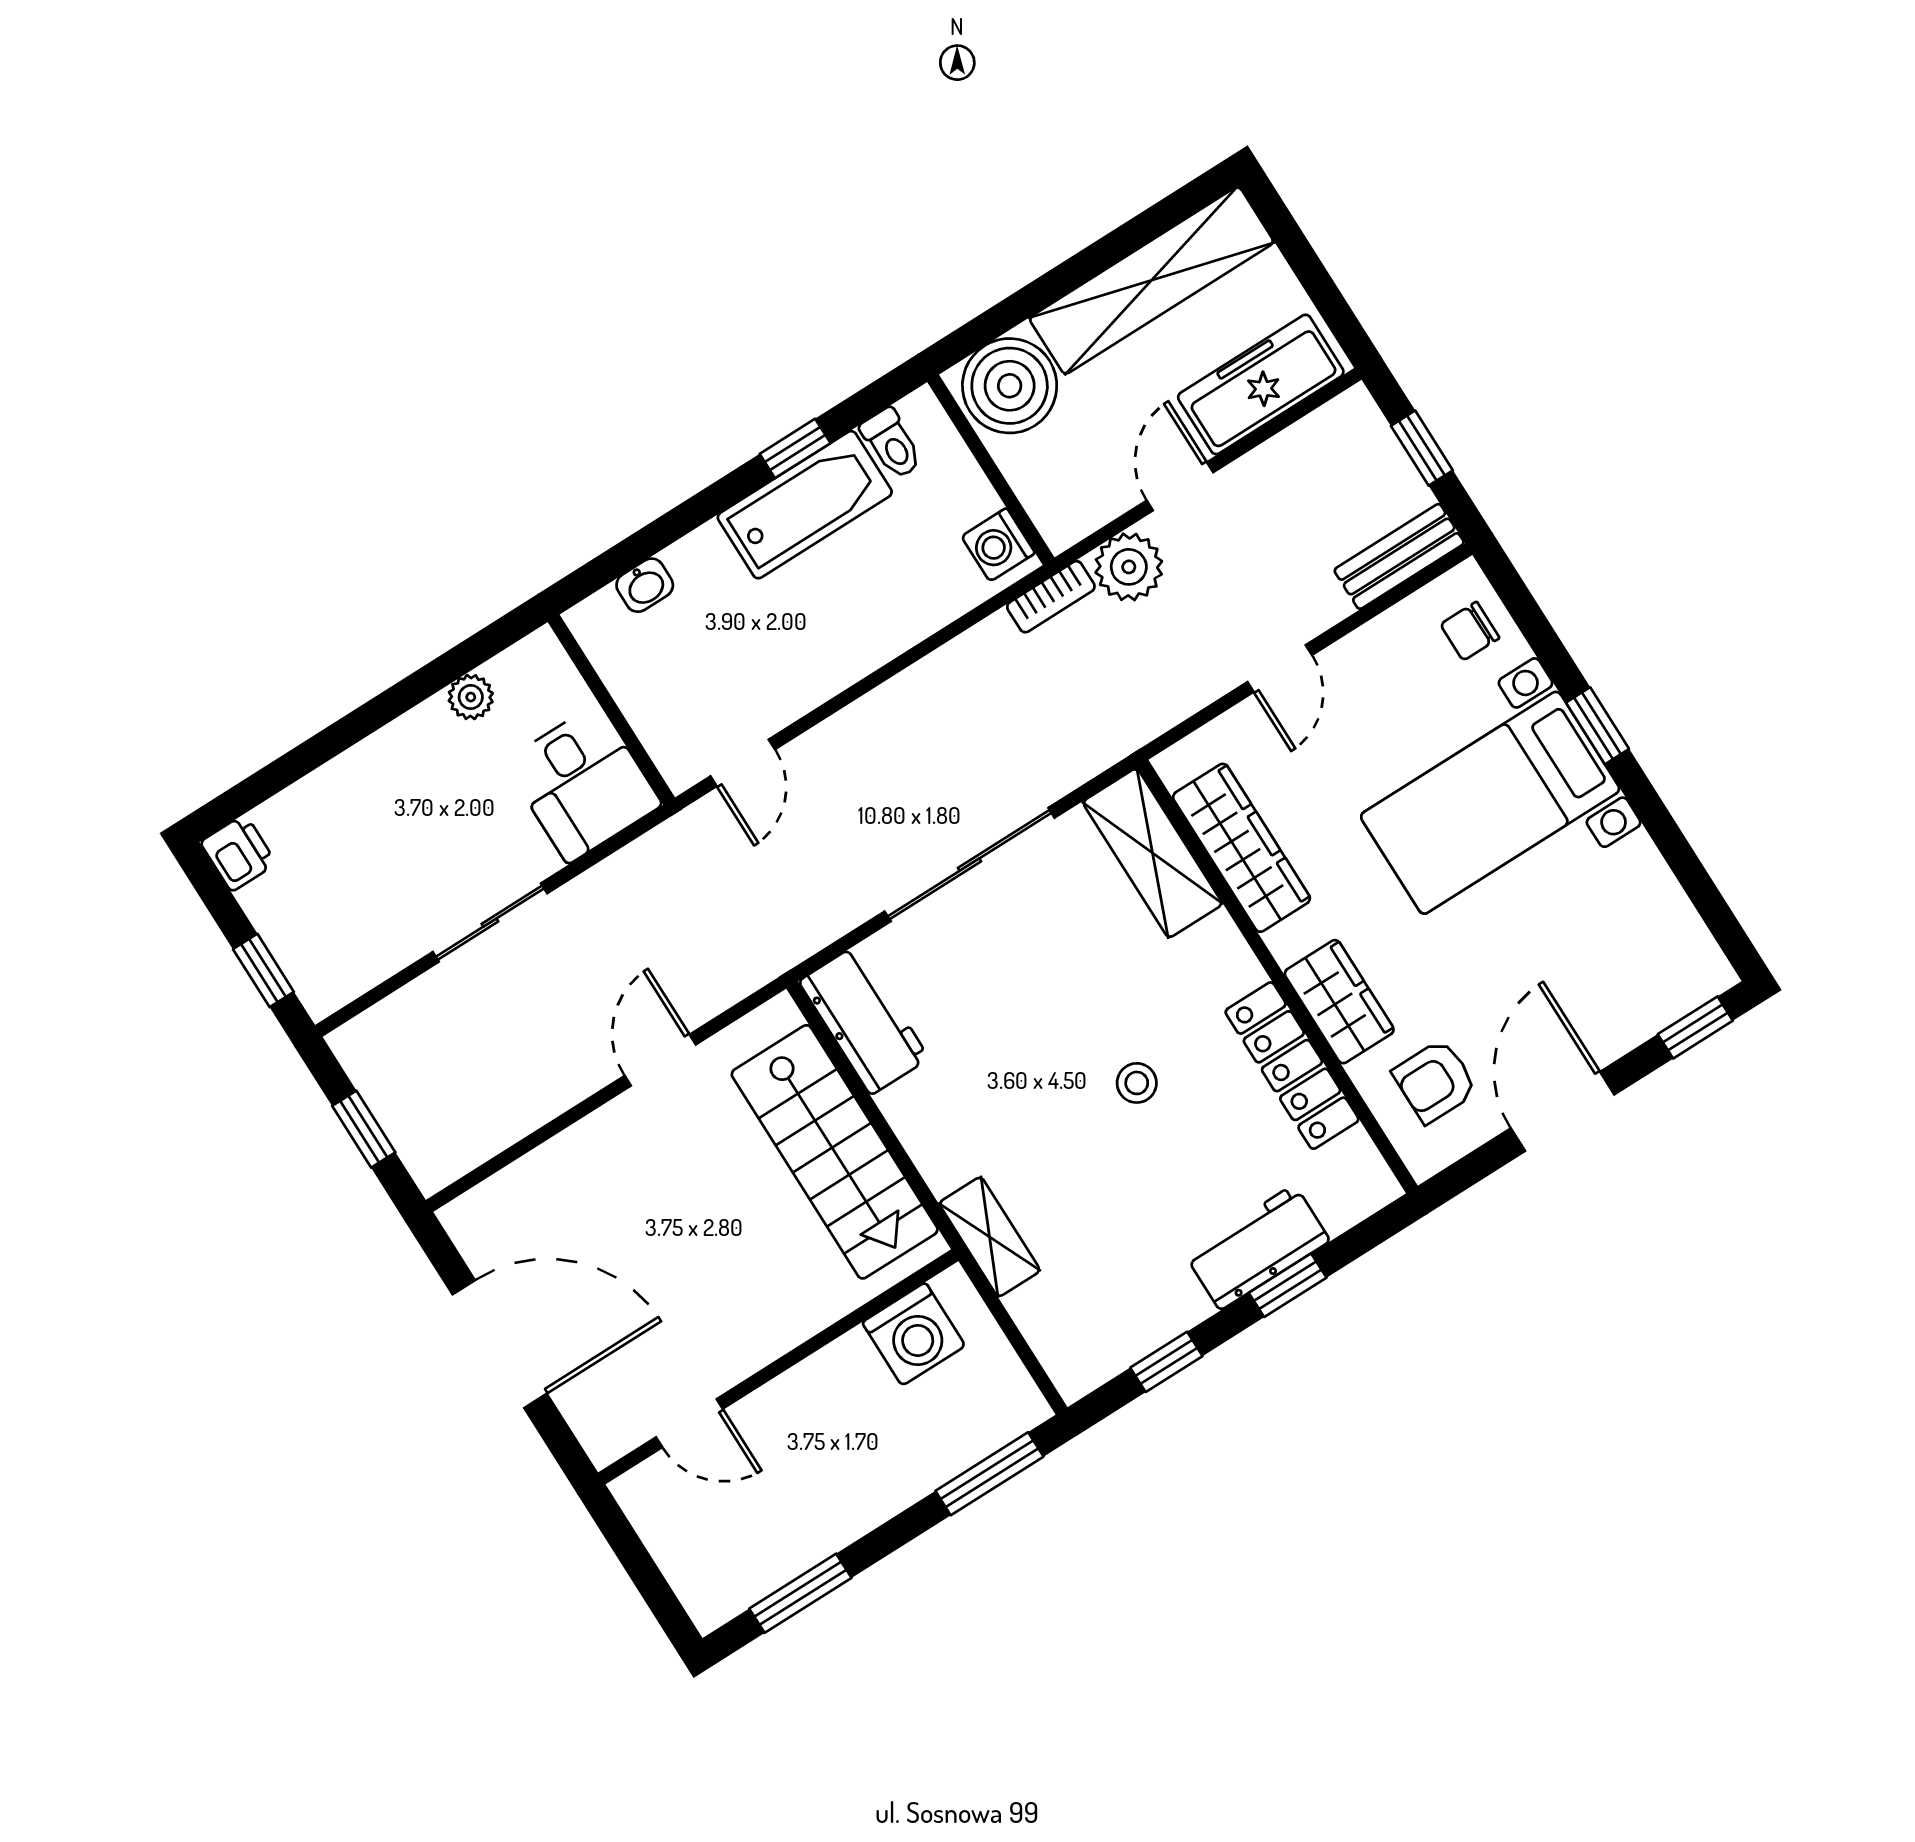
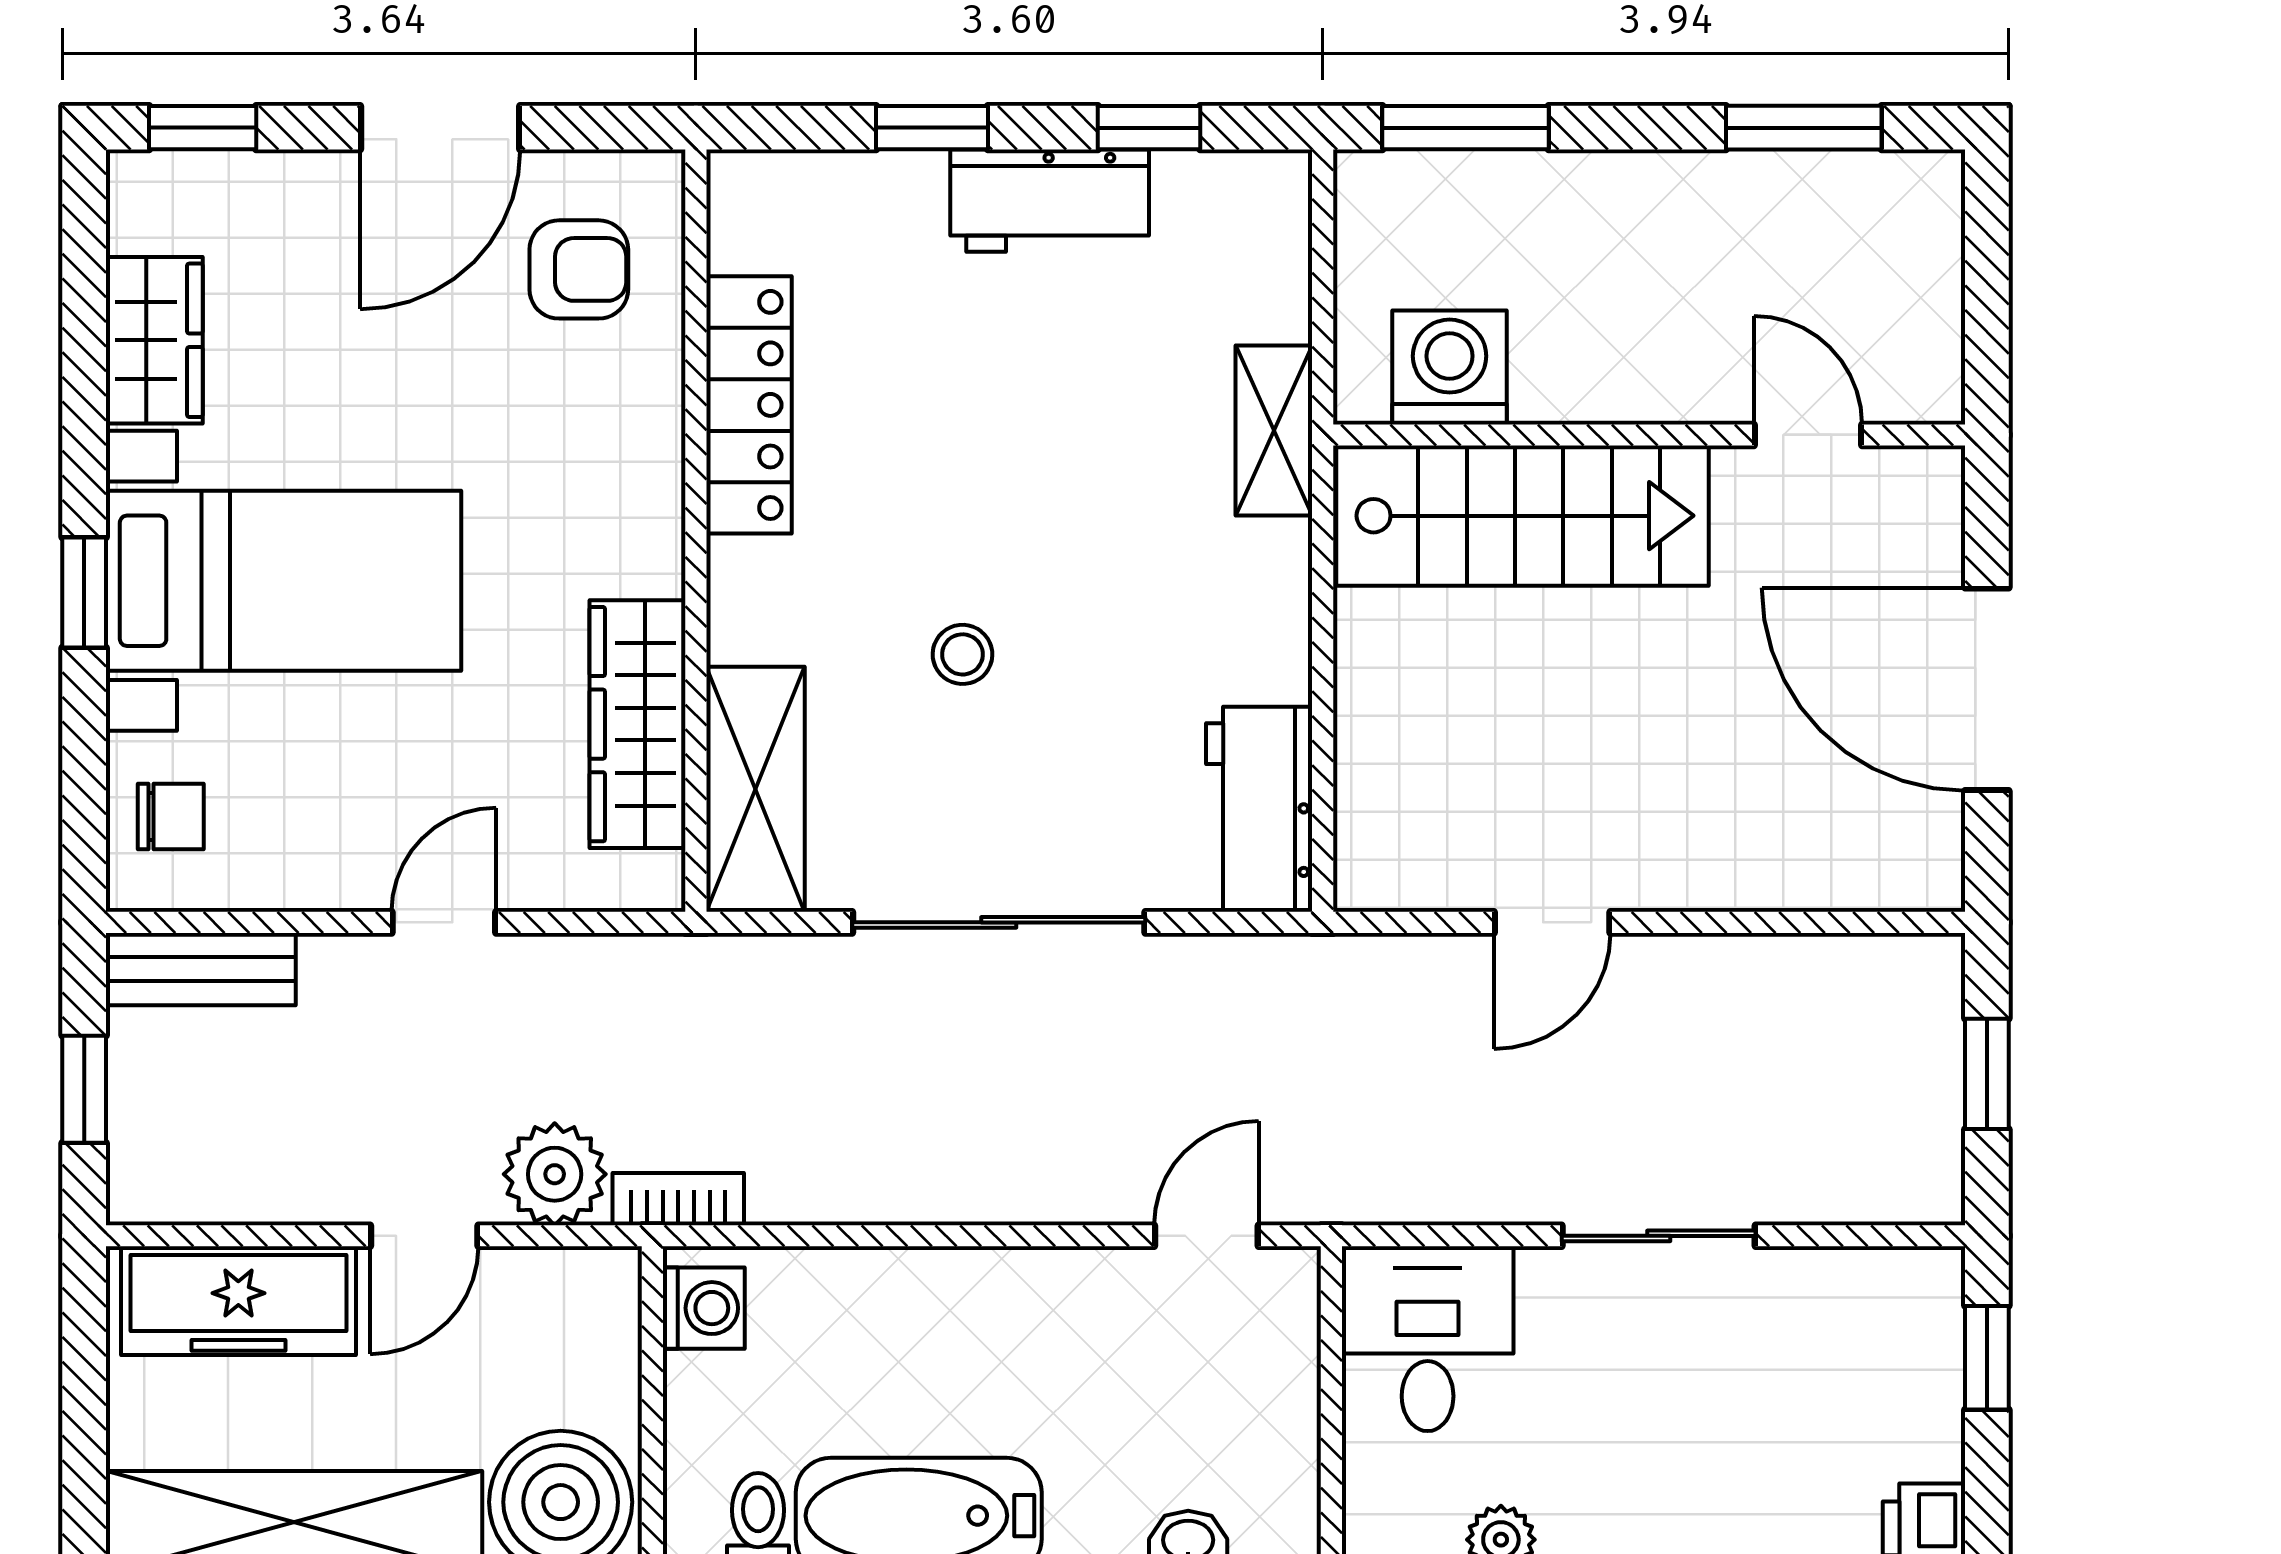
wardrobe: (1339, 1002) -> (154, 340), moved, turned 180
stool: (1137, 1083) -> (962, 654), moved
stairs: (835, 1152) -> (1522, 516), moved, turned 90
workbench: (1257, 1247) -> (1050, 201), moved

